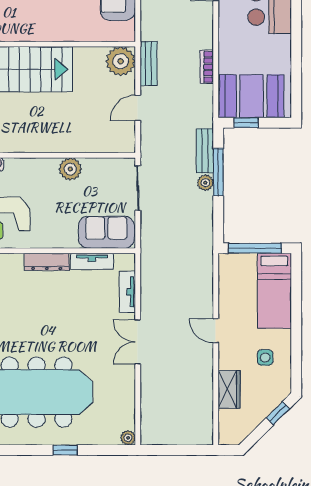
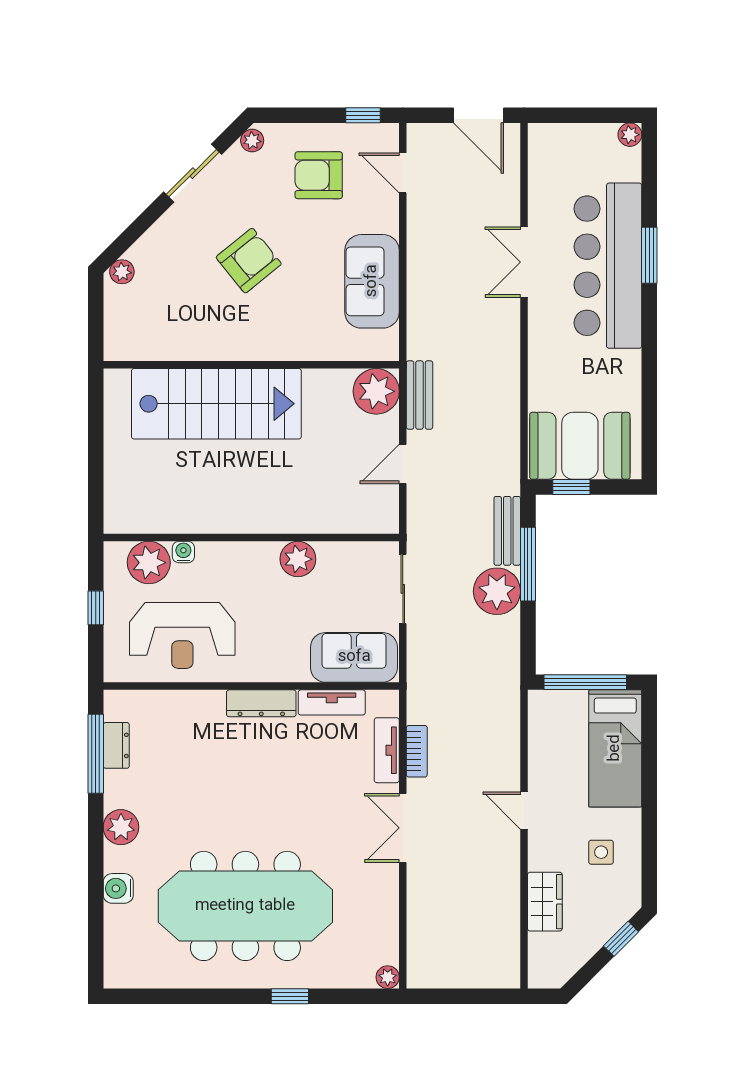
bookcase: (207, 67) -> (417, 751), moved, turned 180
plant: (205, 183) -> (497, 591), width x1.88, depth x1.88

